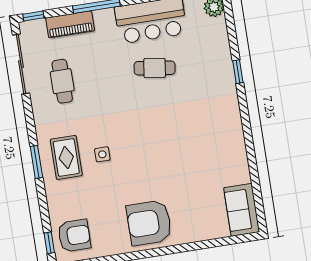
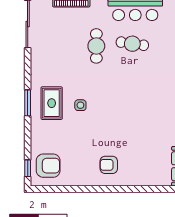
cafe table: (62, 81) -> (96, 46), moved
armchair: (149, 223) -> (109, 165), width x0.53, depth x0.53

